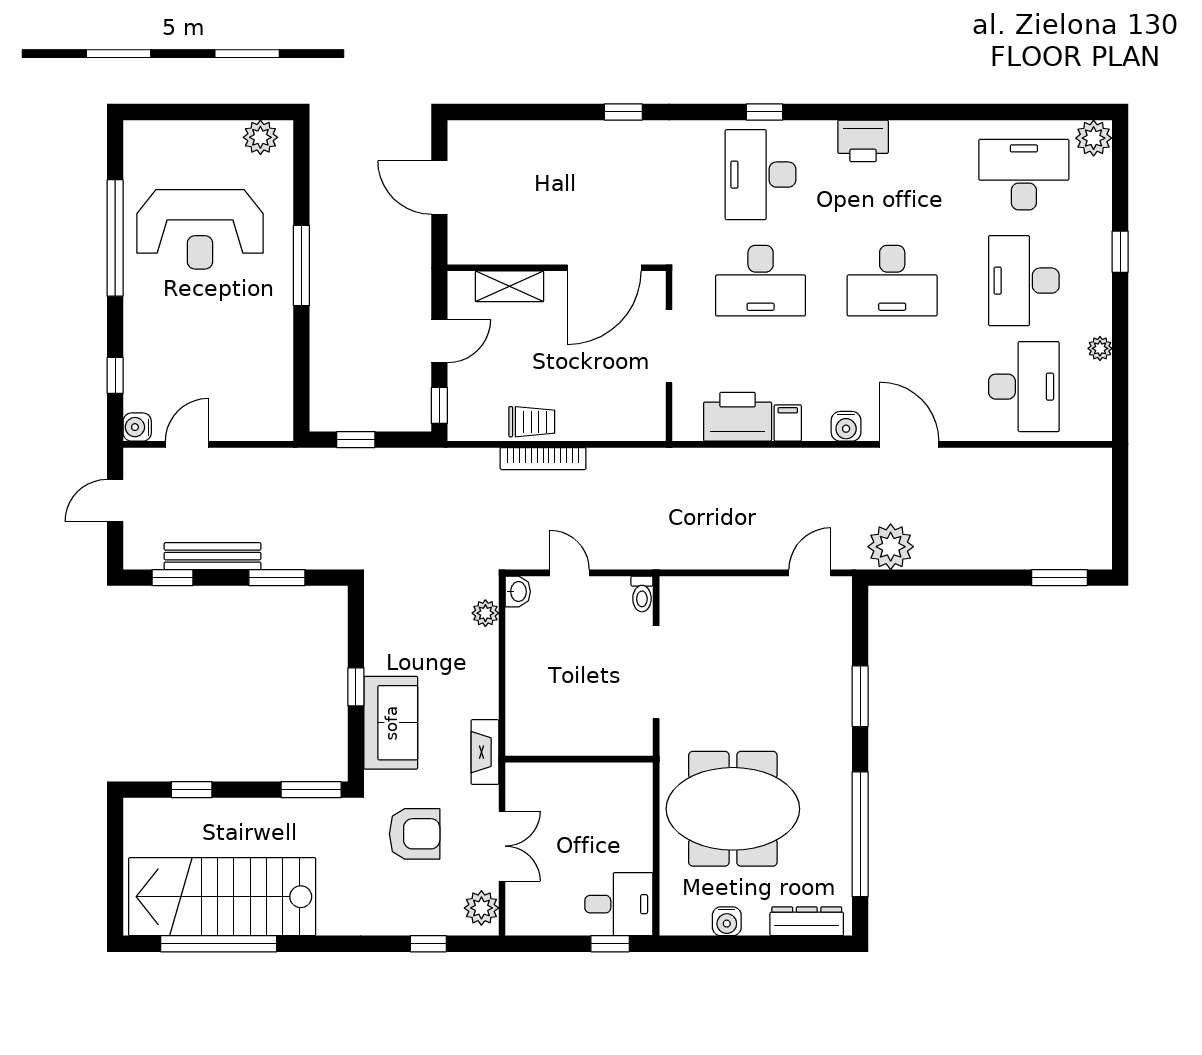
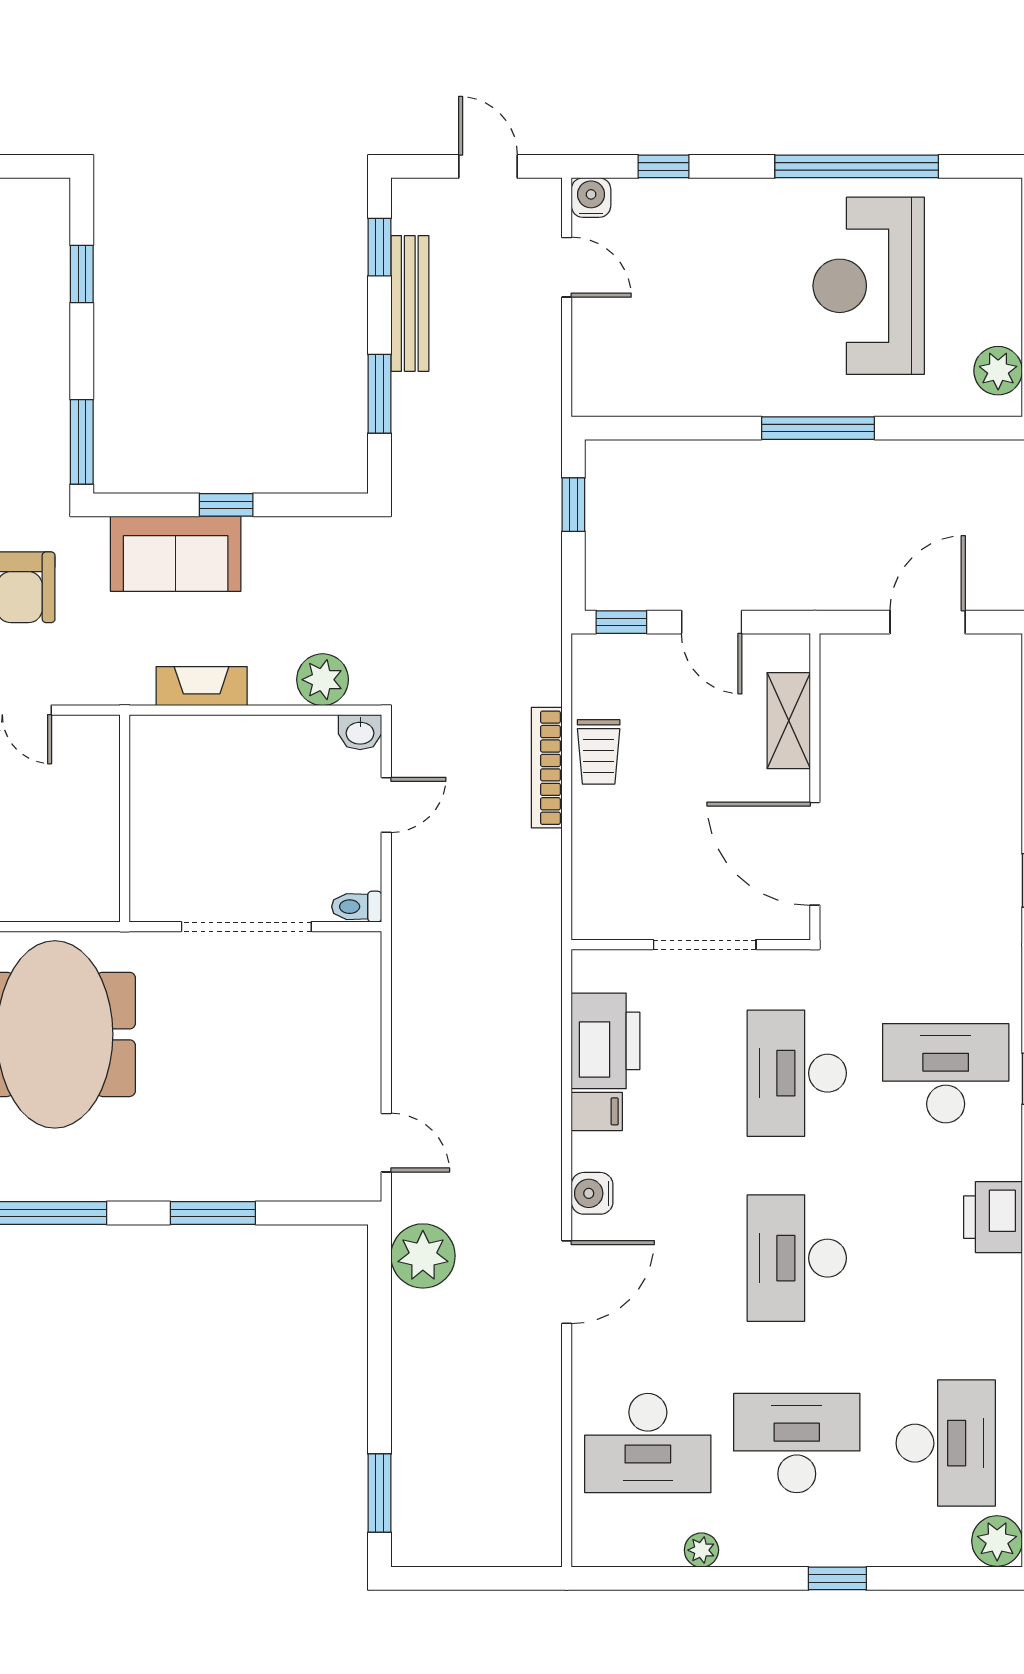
plant: (485, 613) -> (323, 680), width x1.38, depth x1.38
fireplace: (485, 752) -> (202, 686), moved

